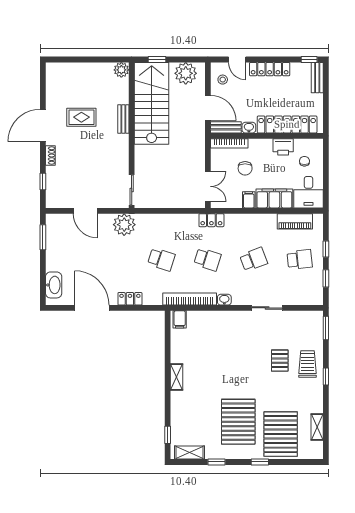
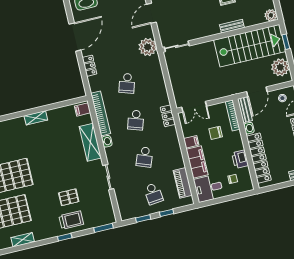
school desk: (254, 259) -> (145, 157), turned 42
shelving: (221, 319) -> (90, 142), added

